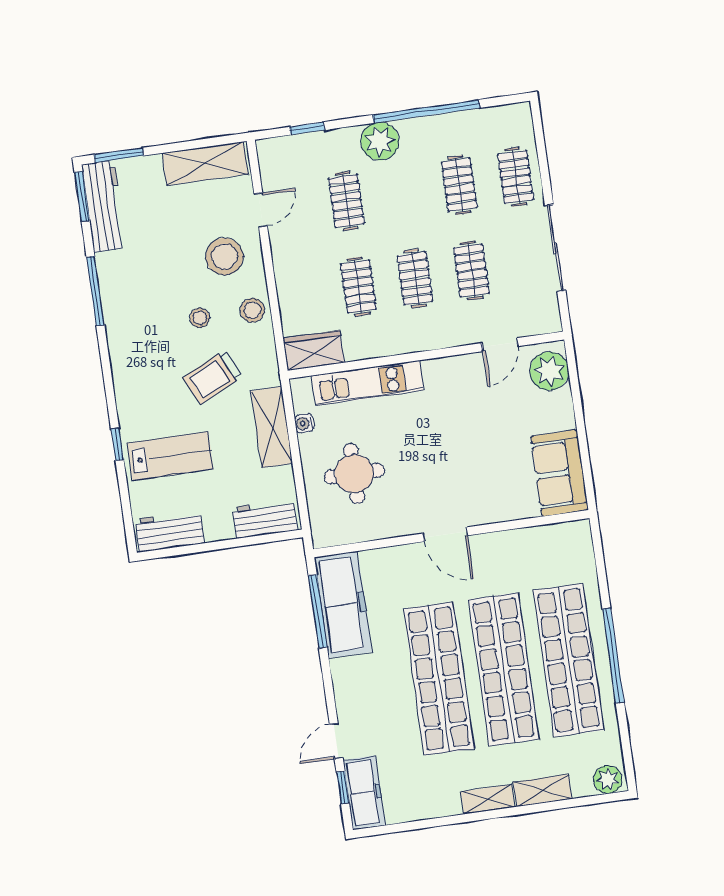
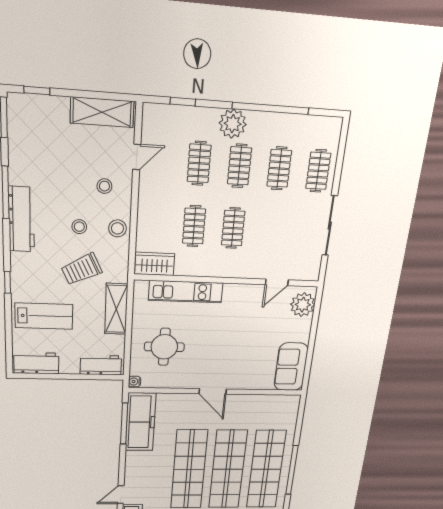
window: (119, 155) -> (37, 91), width x0.67
workbench: (104, 206) -> (21, 219), moved
stool: (225, 257) -> (104, 186), width x0.53, depth x0.53
clothes rail: (471, 270) -> (239, 166), moved
water cooler: (304, 423) -> (135, 382), moved
window: (117, 444) -> (7, 282), moved

